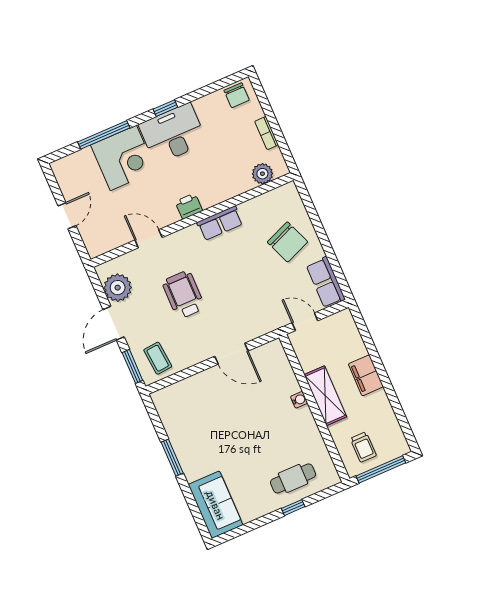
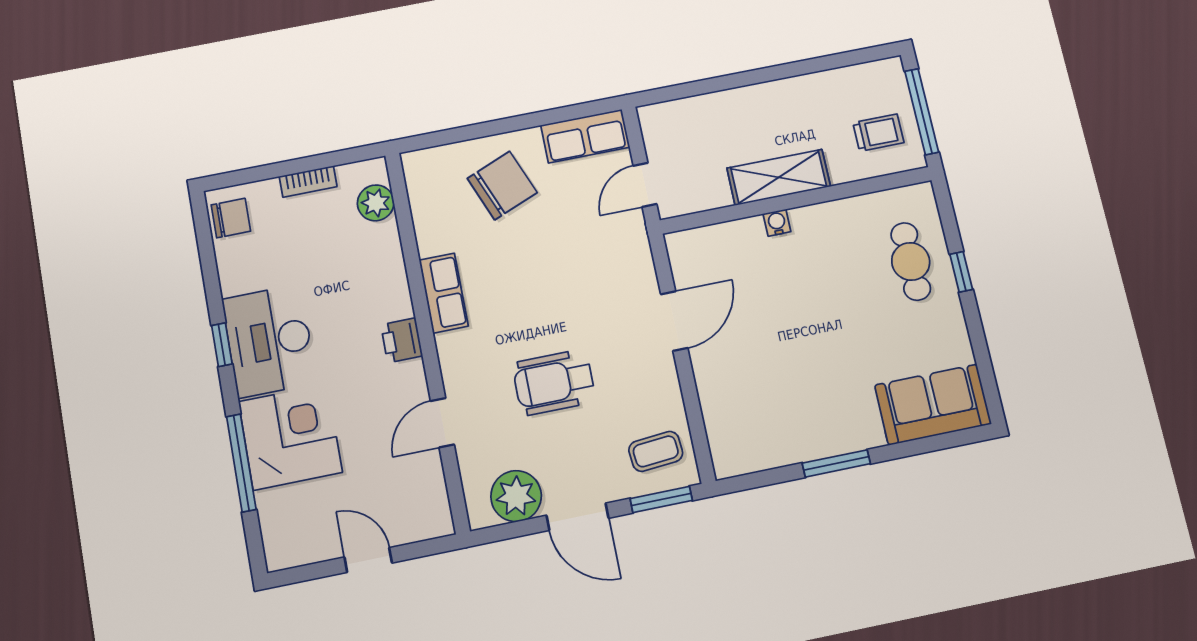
filing cabinet: (366, 375) -> (757, 103), removed

